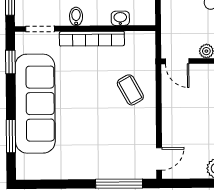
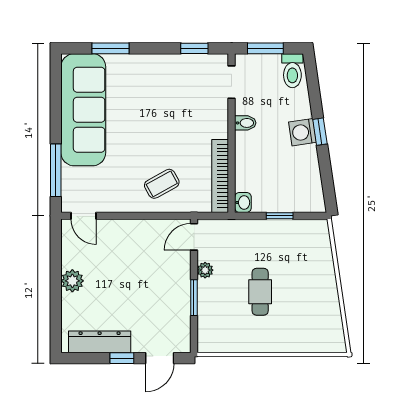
washbasin: (120, 18) -> (243, 202), moved
bookcase: (92, 39) -> (220, 176), moved
sofa: (35, 104) -> (83, 110), moved, turned -90

